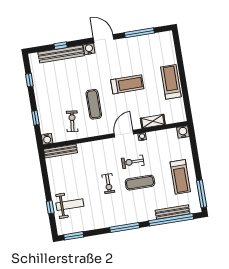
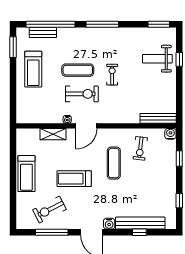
exercise bike: (145, 53) -> (49, 210), added
water cooler: (183, 132) -> (22, 117), removed
exercise bike: (133, 162) -> (82, 94), width x1.38, depth x1.39
treadmill: (180, 177) -> (33, 69), turned 180
window: (202, 194) -> (13, 47), width x0.69
bench: (172, 212) -> (43, 32), width x0.73

